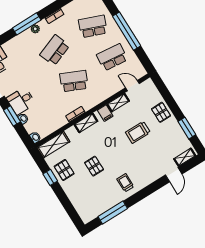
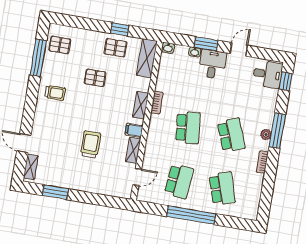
school desk: (93, 26) -> (222, 188), turned -39
school desk: (74, 81) -> (188, 128), turned -30
pallet: (161, 112) -> (60, 45), moved

